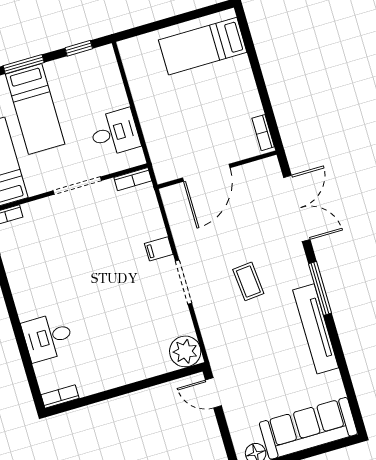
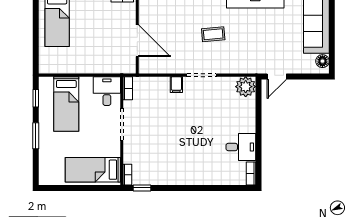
bed: (35, 109) -> (66, 104), moved, turned 90
desk: (115, 133) -> (107, 91), moved
desk: (48, 337) -> (241, 147), moved, turned -90

